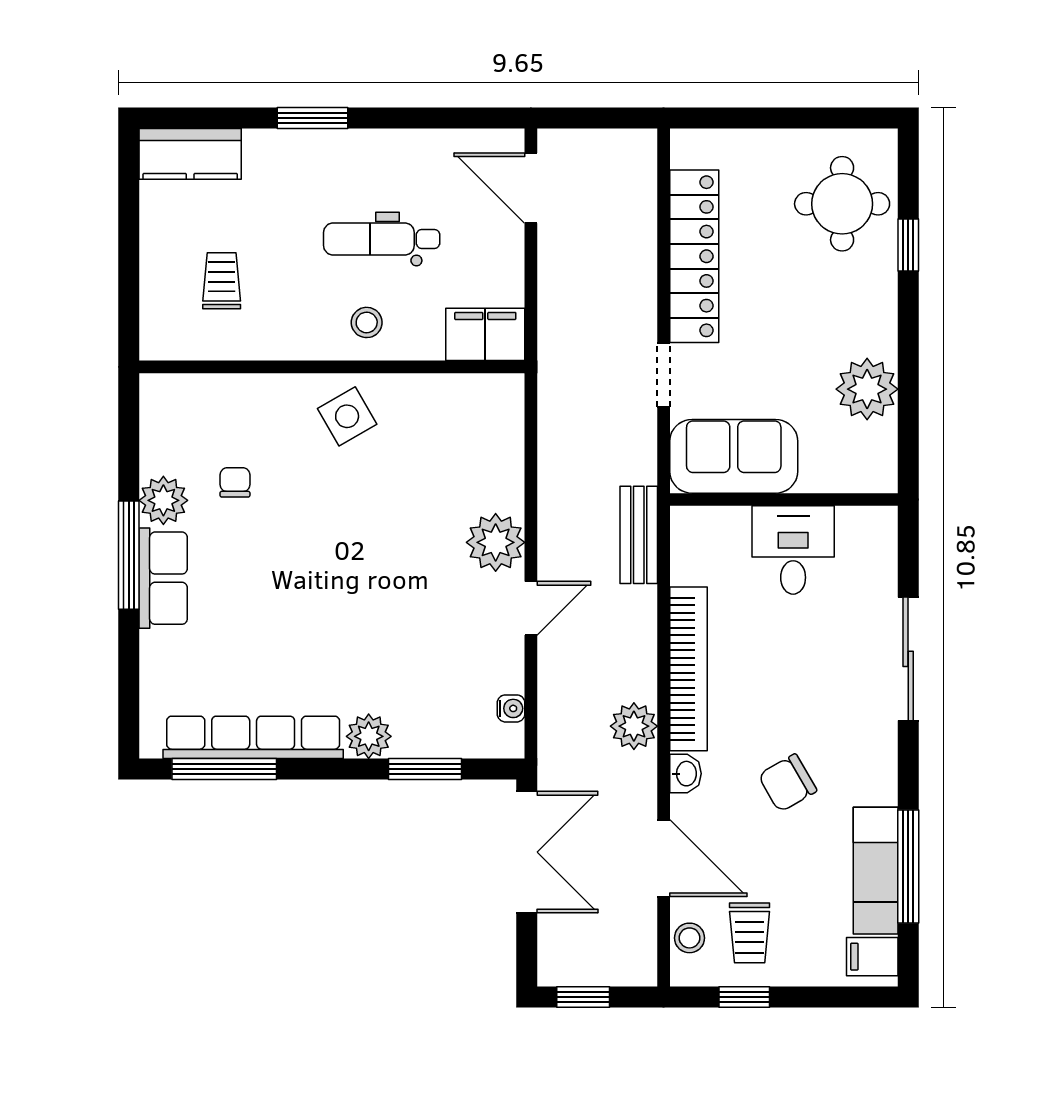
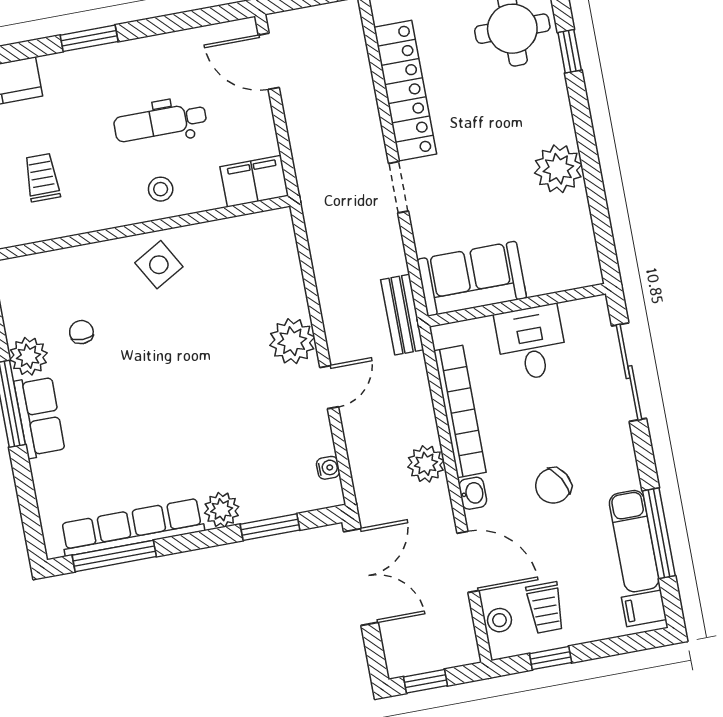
sofa: (734, 456) -> (472, 279), moved
wall: (784, 500) -> (517, 305), moved
desk: (793, 550) -> (531, 343), moved

